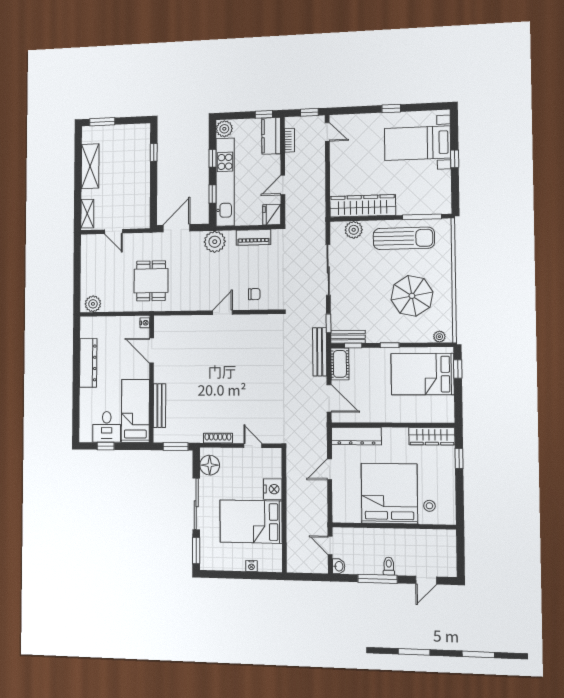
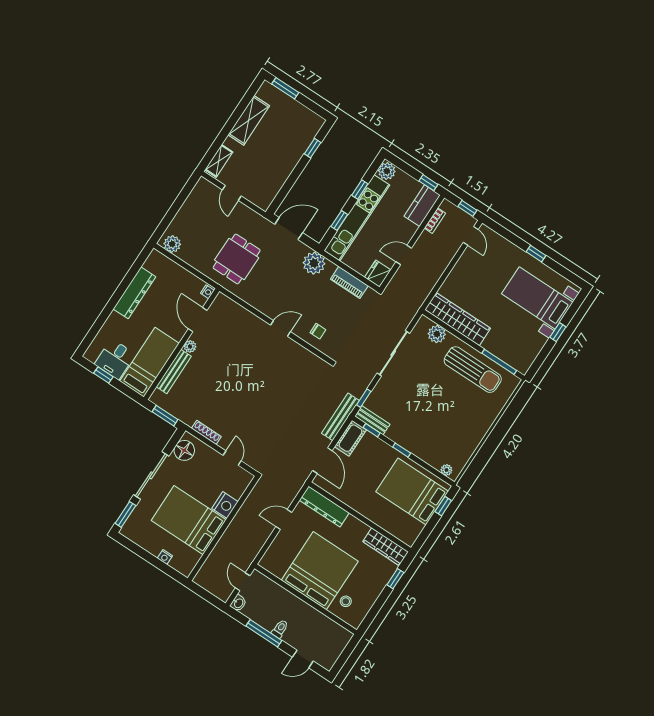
parasol: (412, 296) -> (447, 422), removed
plant: (159, 376) -> (190, 346), added

